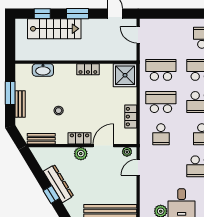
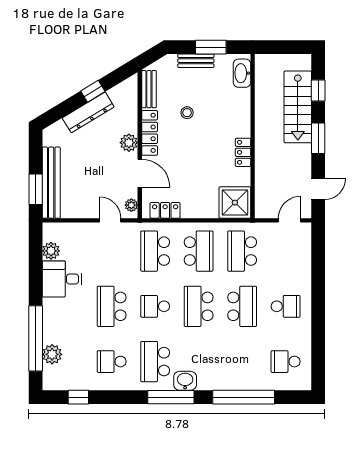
washbasin: (43, 70) -> (242, 73), moved
school desk: (161, 70) -> (242, 251), turned 180
locker: (131, 117) -> (165, 210), moved
school desk: (161, 134) -> (155, 251), width x1.85
locker: (79, 138) -> (150, 133), width x1.53
window: (51, 195) -> (93, 91), moved

